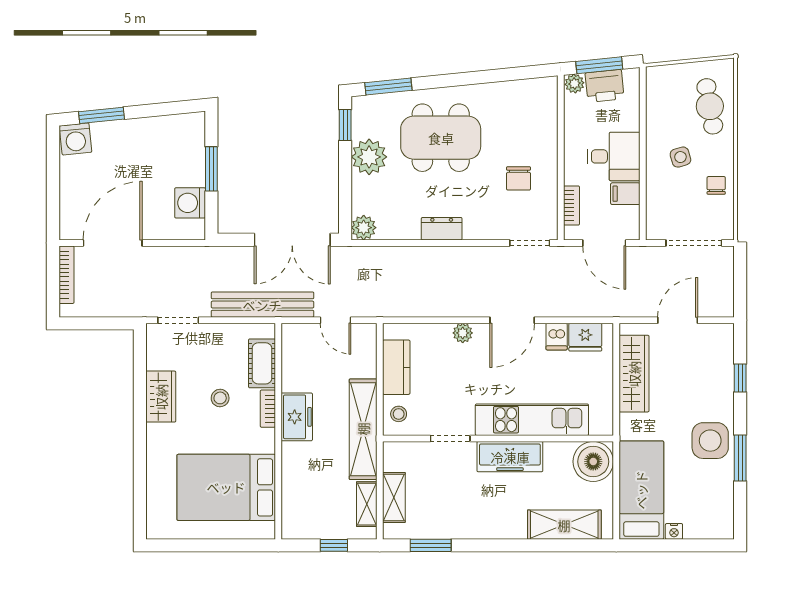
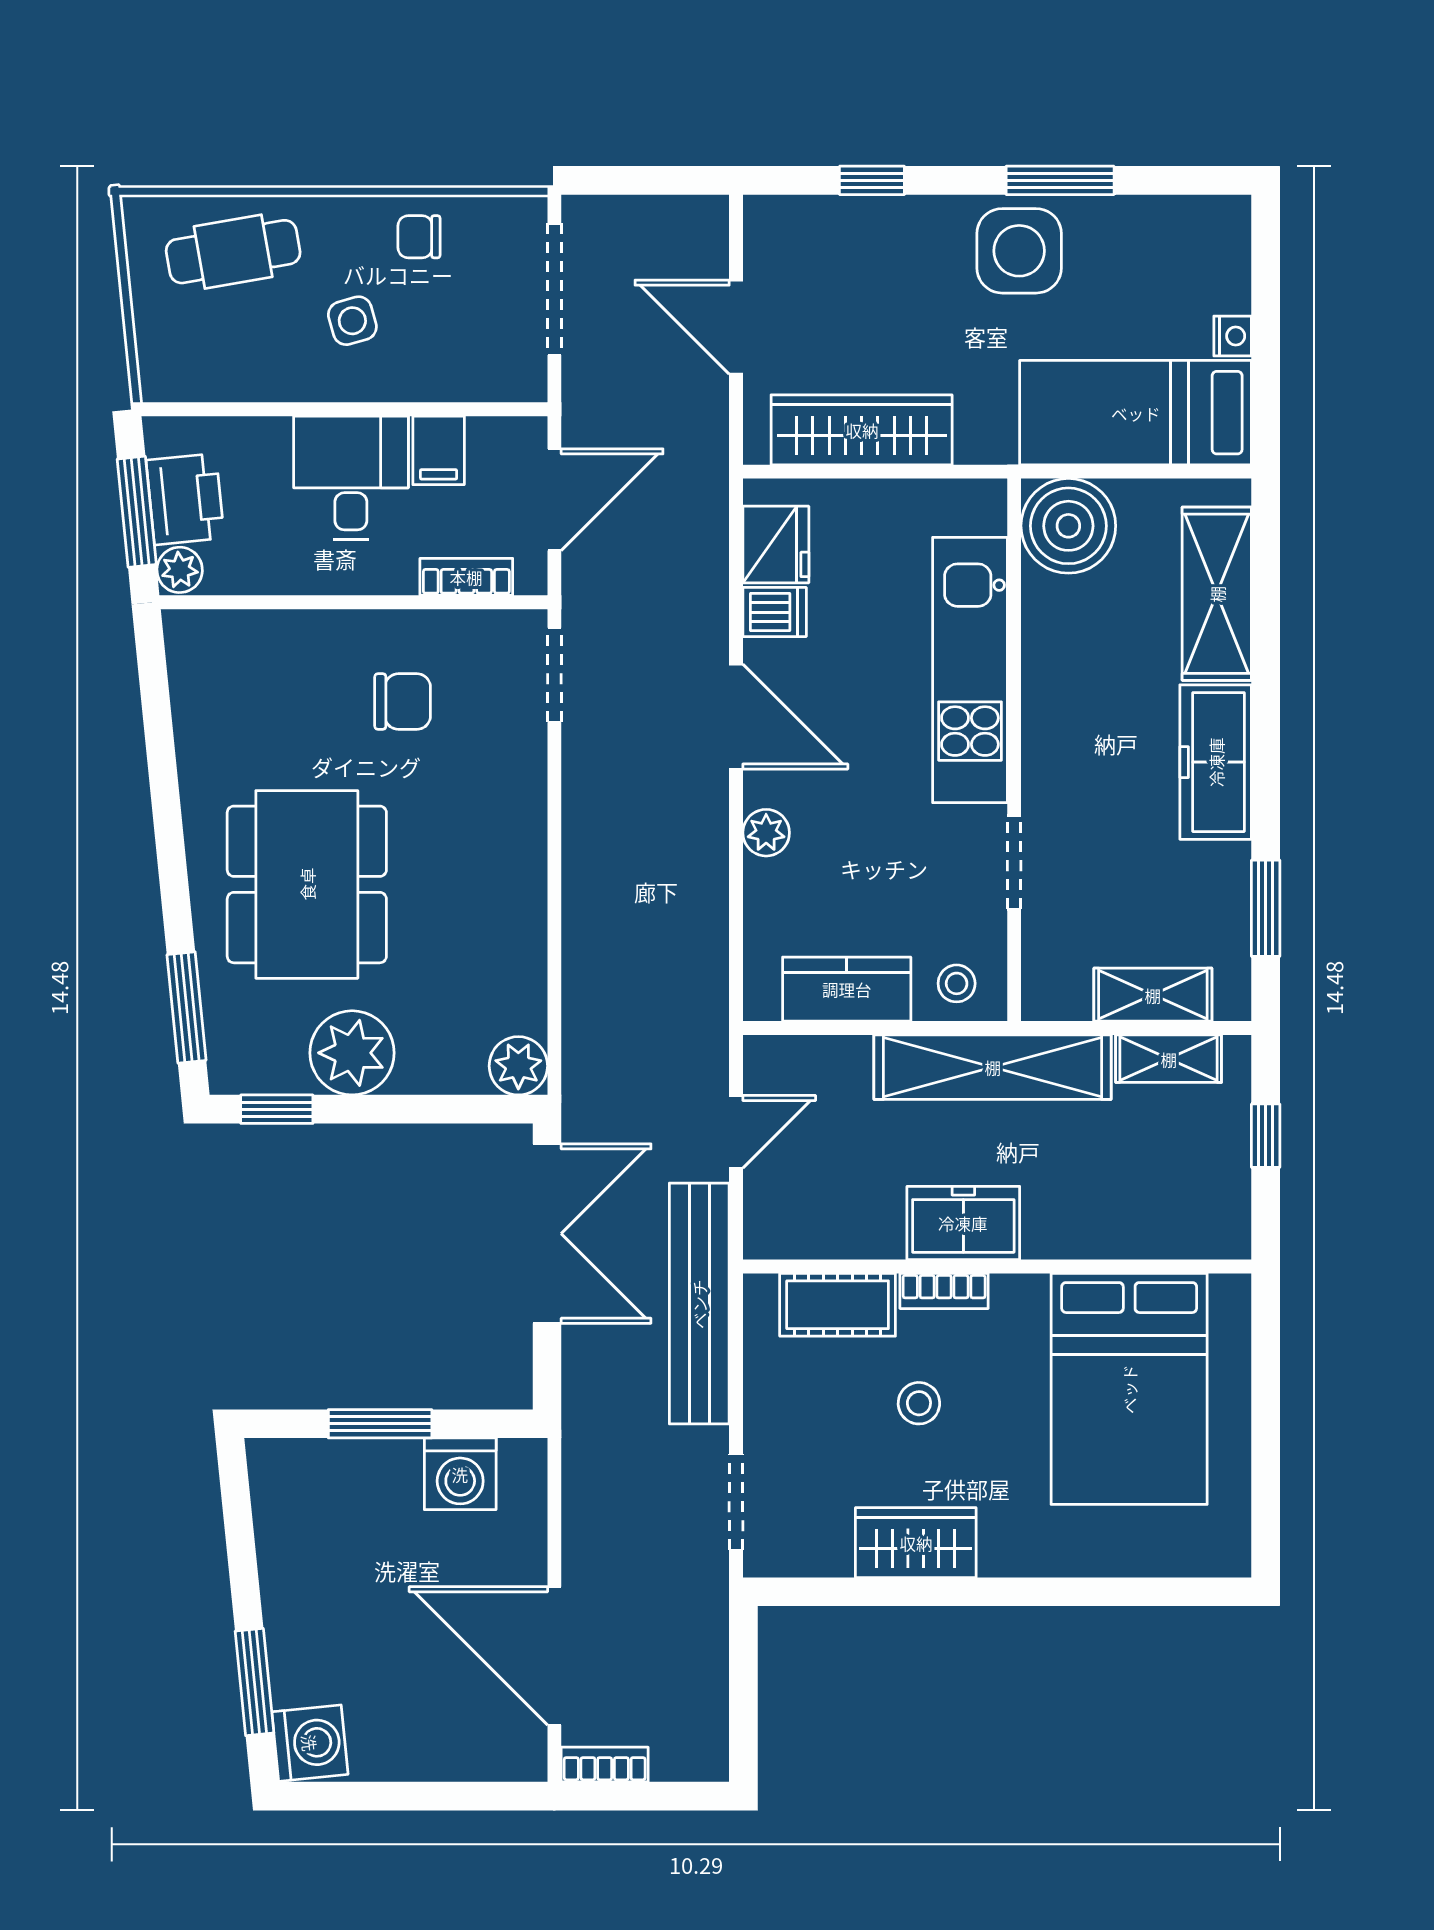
dresser: (442, 229) -> (521, 882), removed
bookcase: (66, 275) -> (605, 1765), width x0.64
freezer: (510, 457) -> (1216, 762), moved, turned 180

